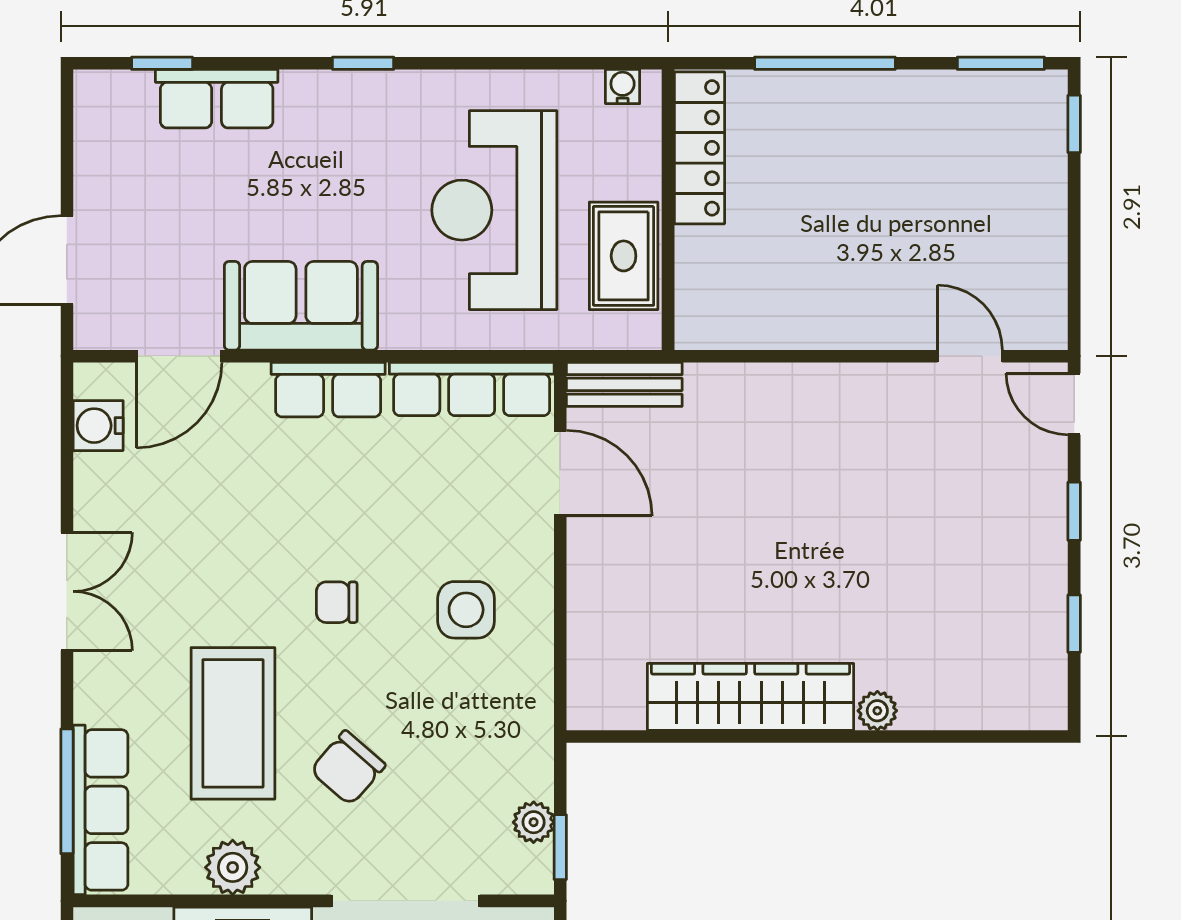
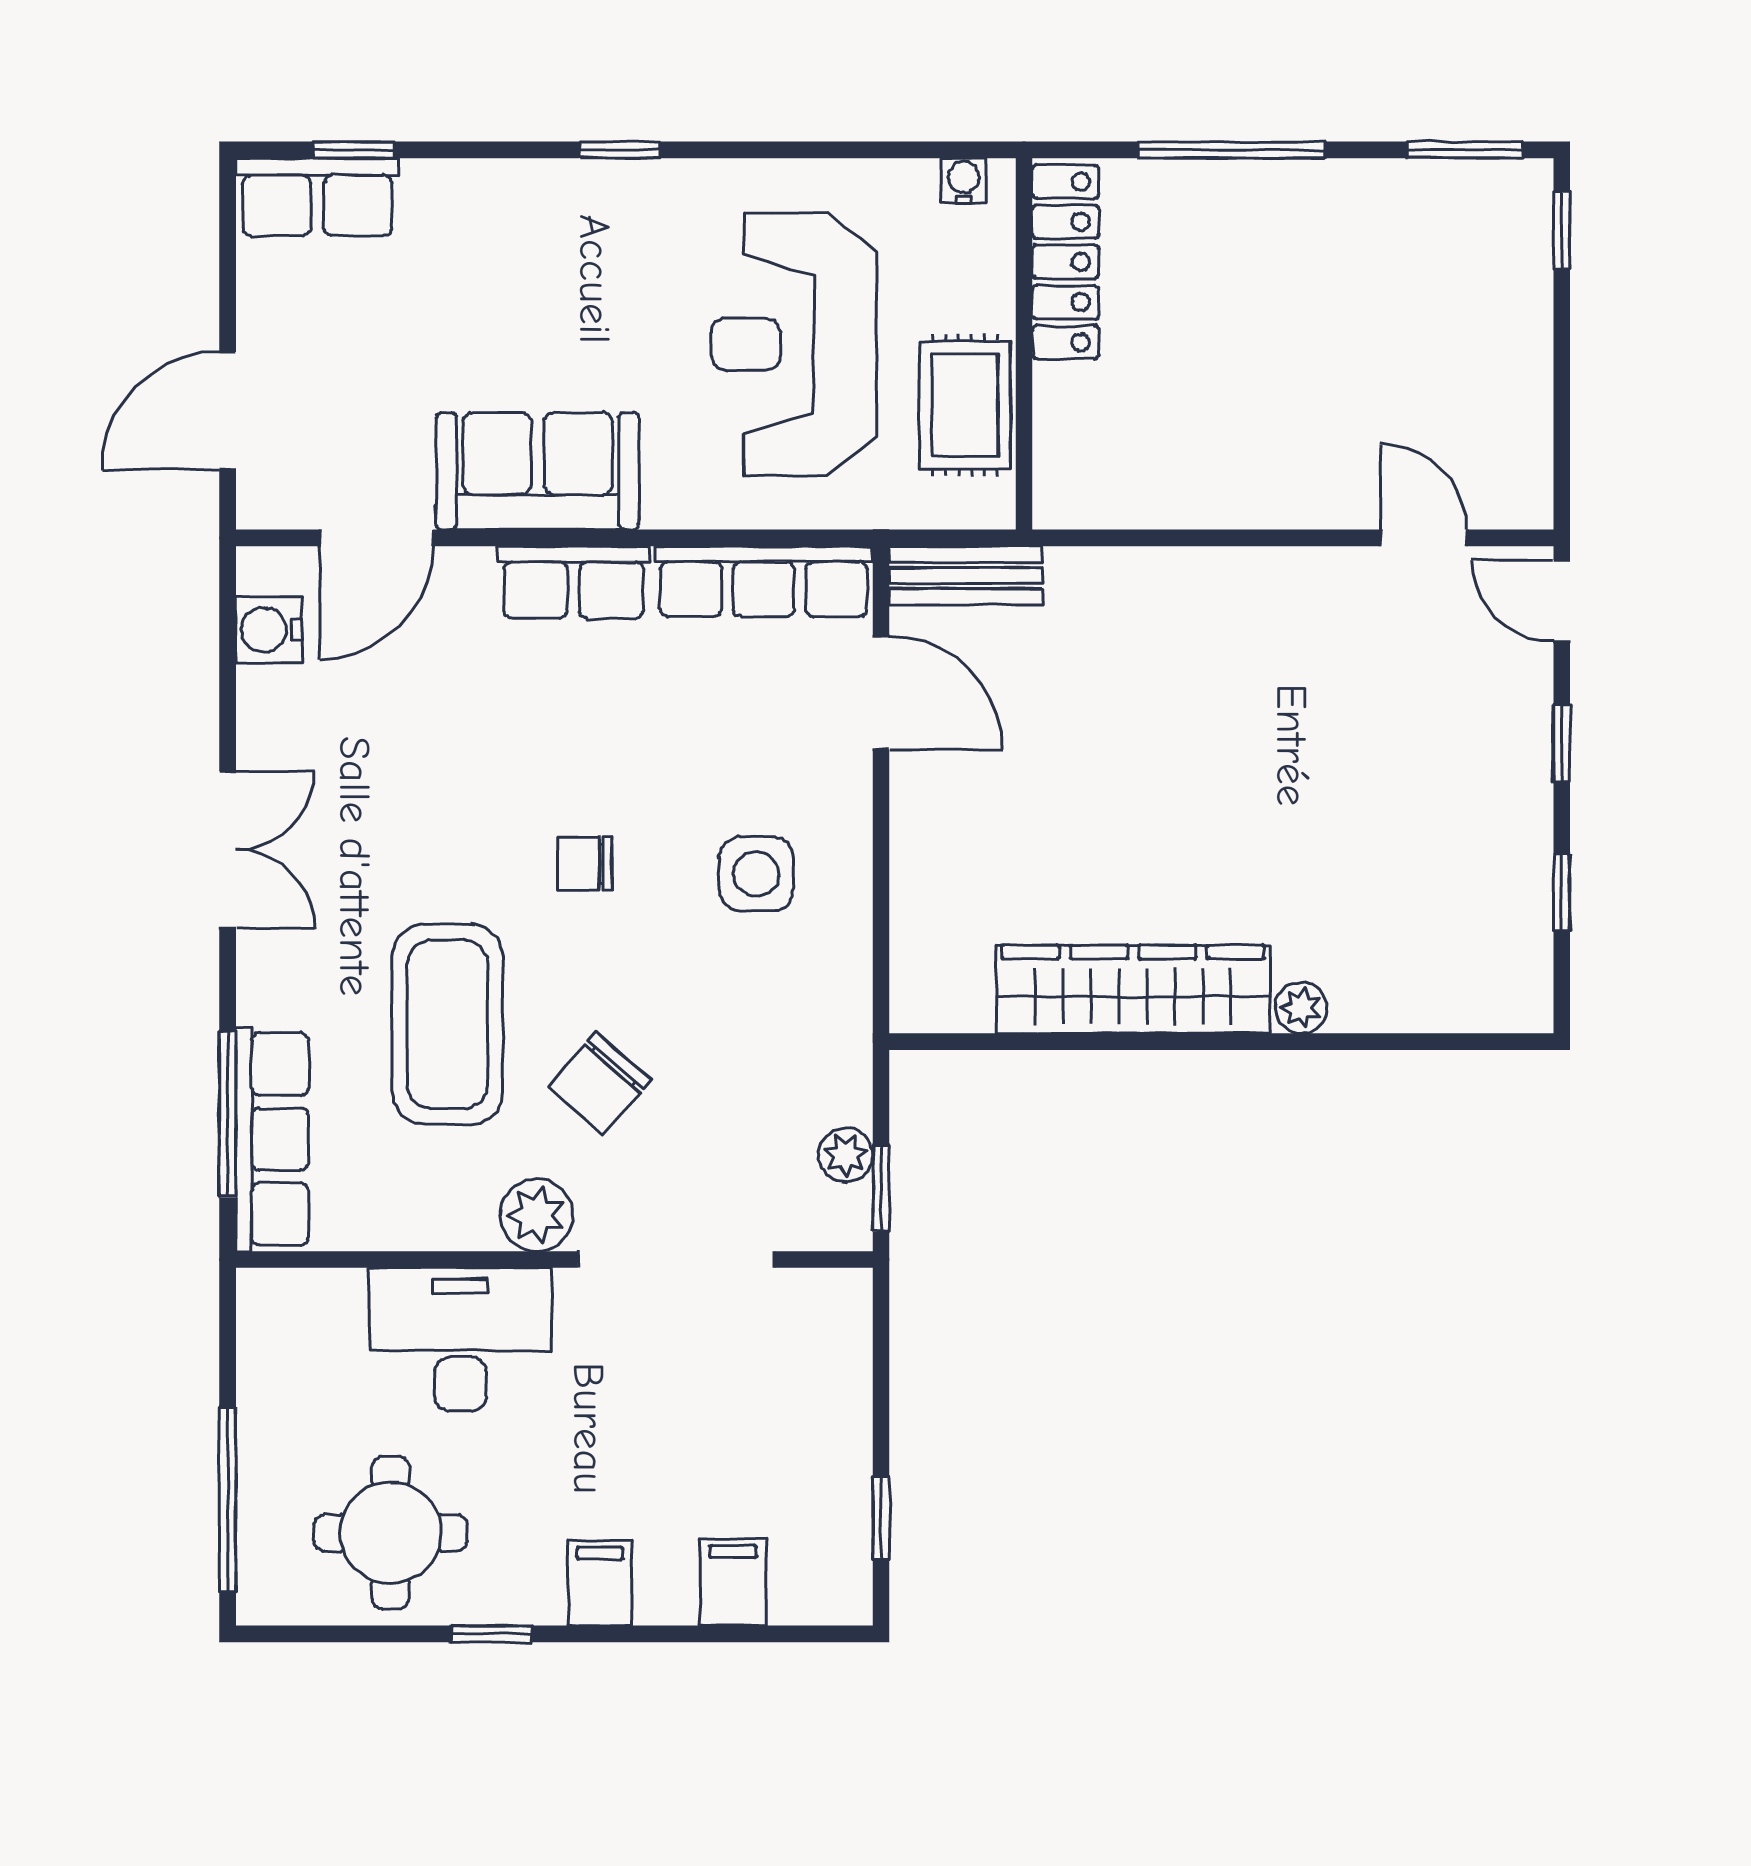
row of seats: (217, 99) -> (317, 197), moved
plant: (233, 867) -> (537, 1215), moved

